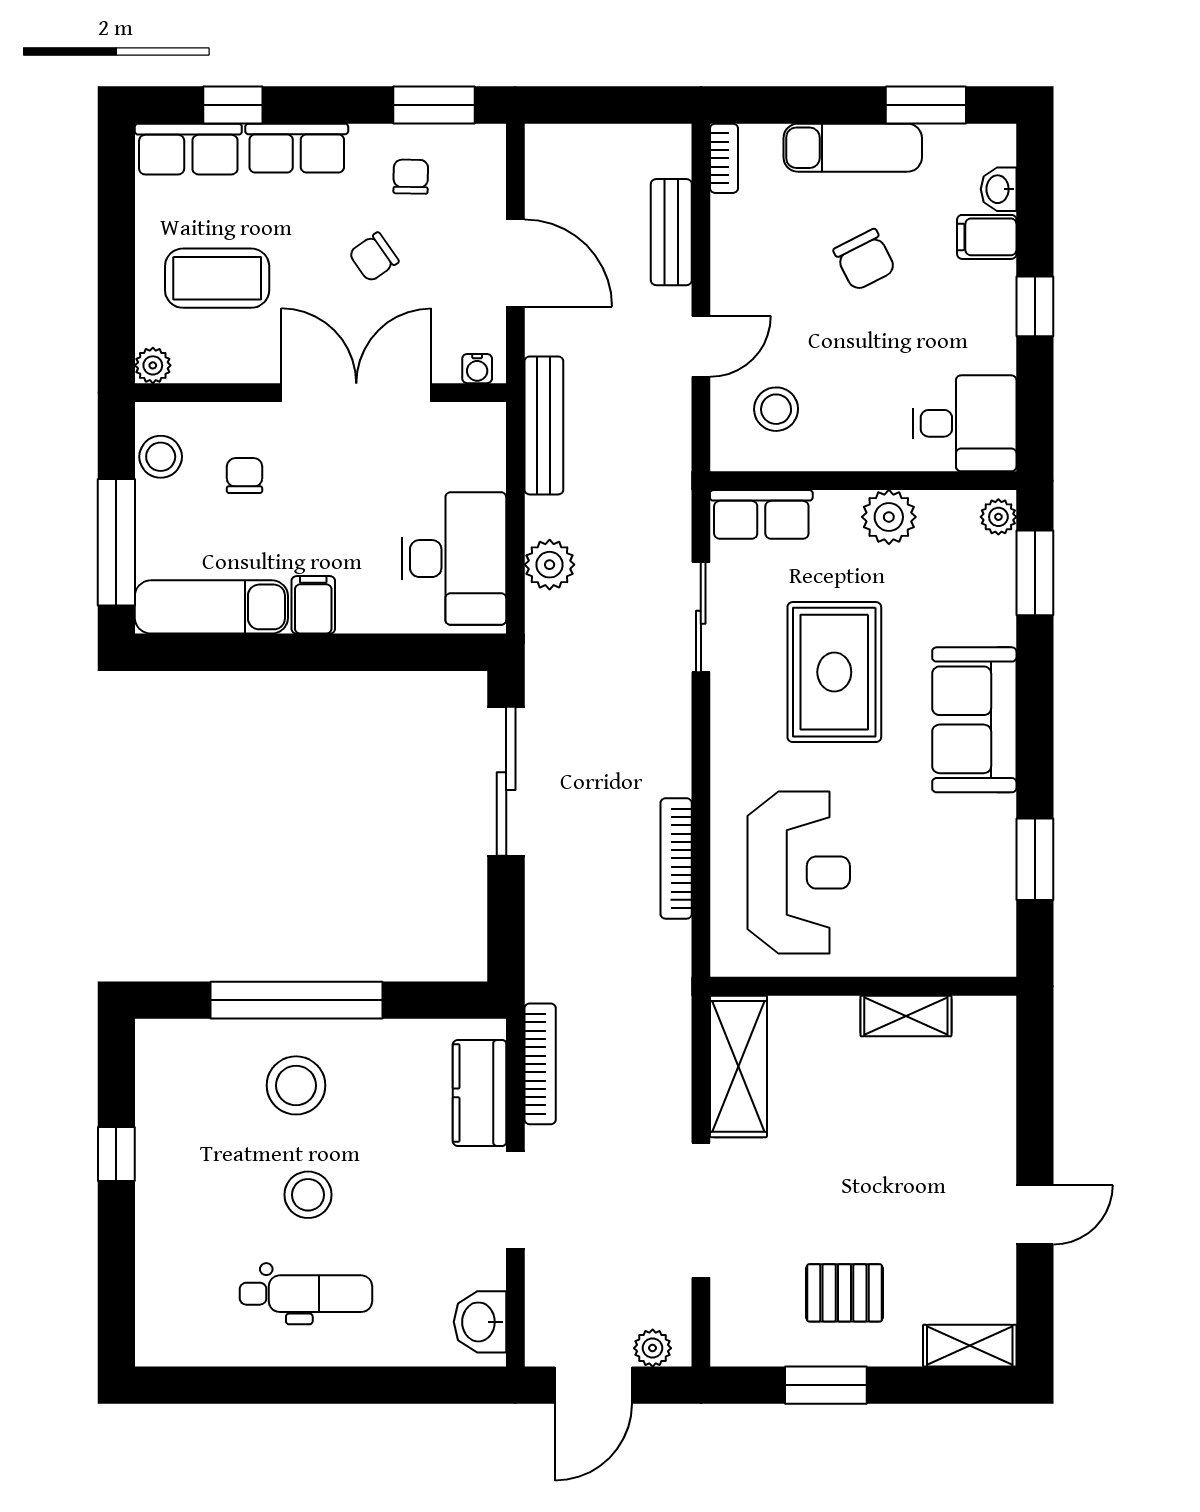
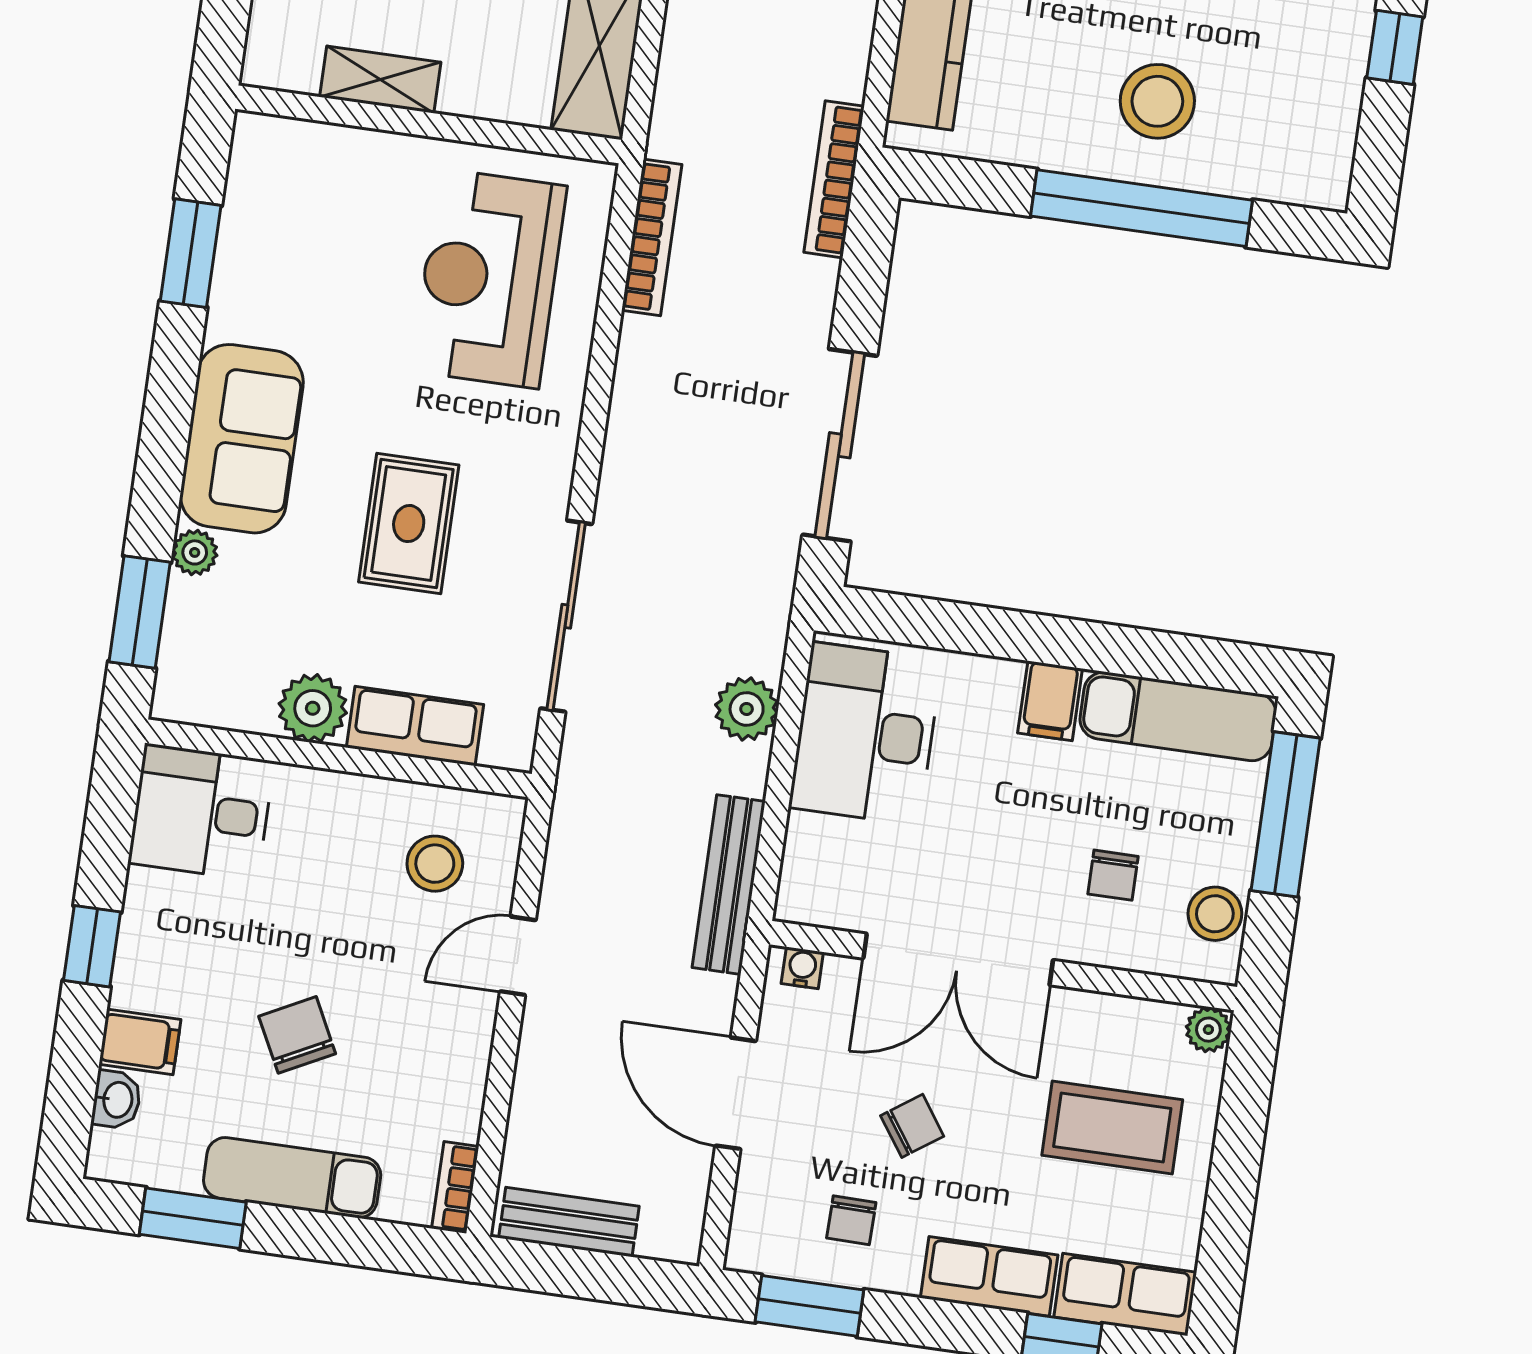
bench: (671, 232) -> (569, 1222), moved, turned 90
row of seats: (761, 514) -> (415, 726), moved
plant: (998, 517) -> (195, 552), moved
sliding door: (701, 617) -> (566, 616), width x1.37
rug: (834, 672) -> (409, 524), width x0.73, depth x0.70
bookcase: (676, 858) -> (652, 237), moved
bookcase: (540, 1064) -> (834, 179), moved

